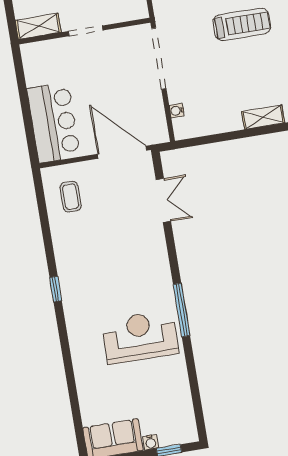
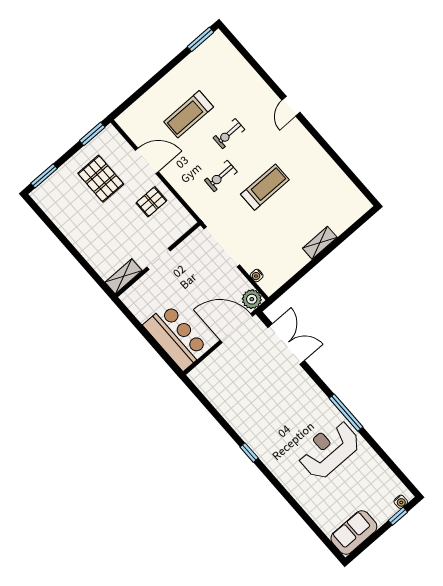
plant: (156, 132) -> (252, 299), added
coffee table: (71, 197) -> (220, 381), removed
double door: (163, 200) -> (286, 344), width x1.37
water cooler: (151, 442) -> (401, 502), moved

